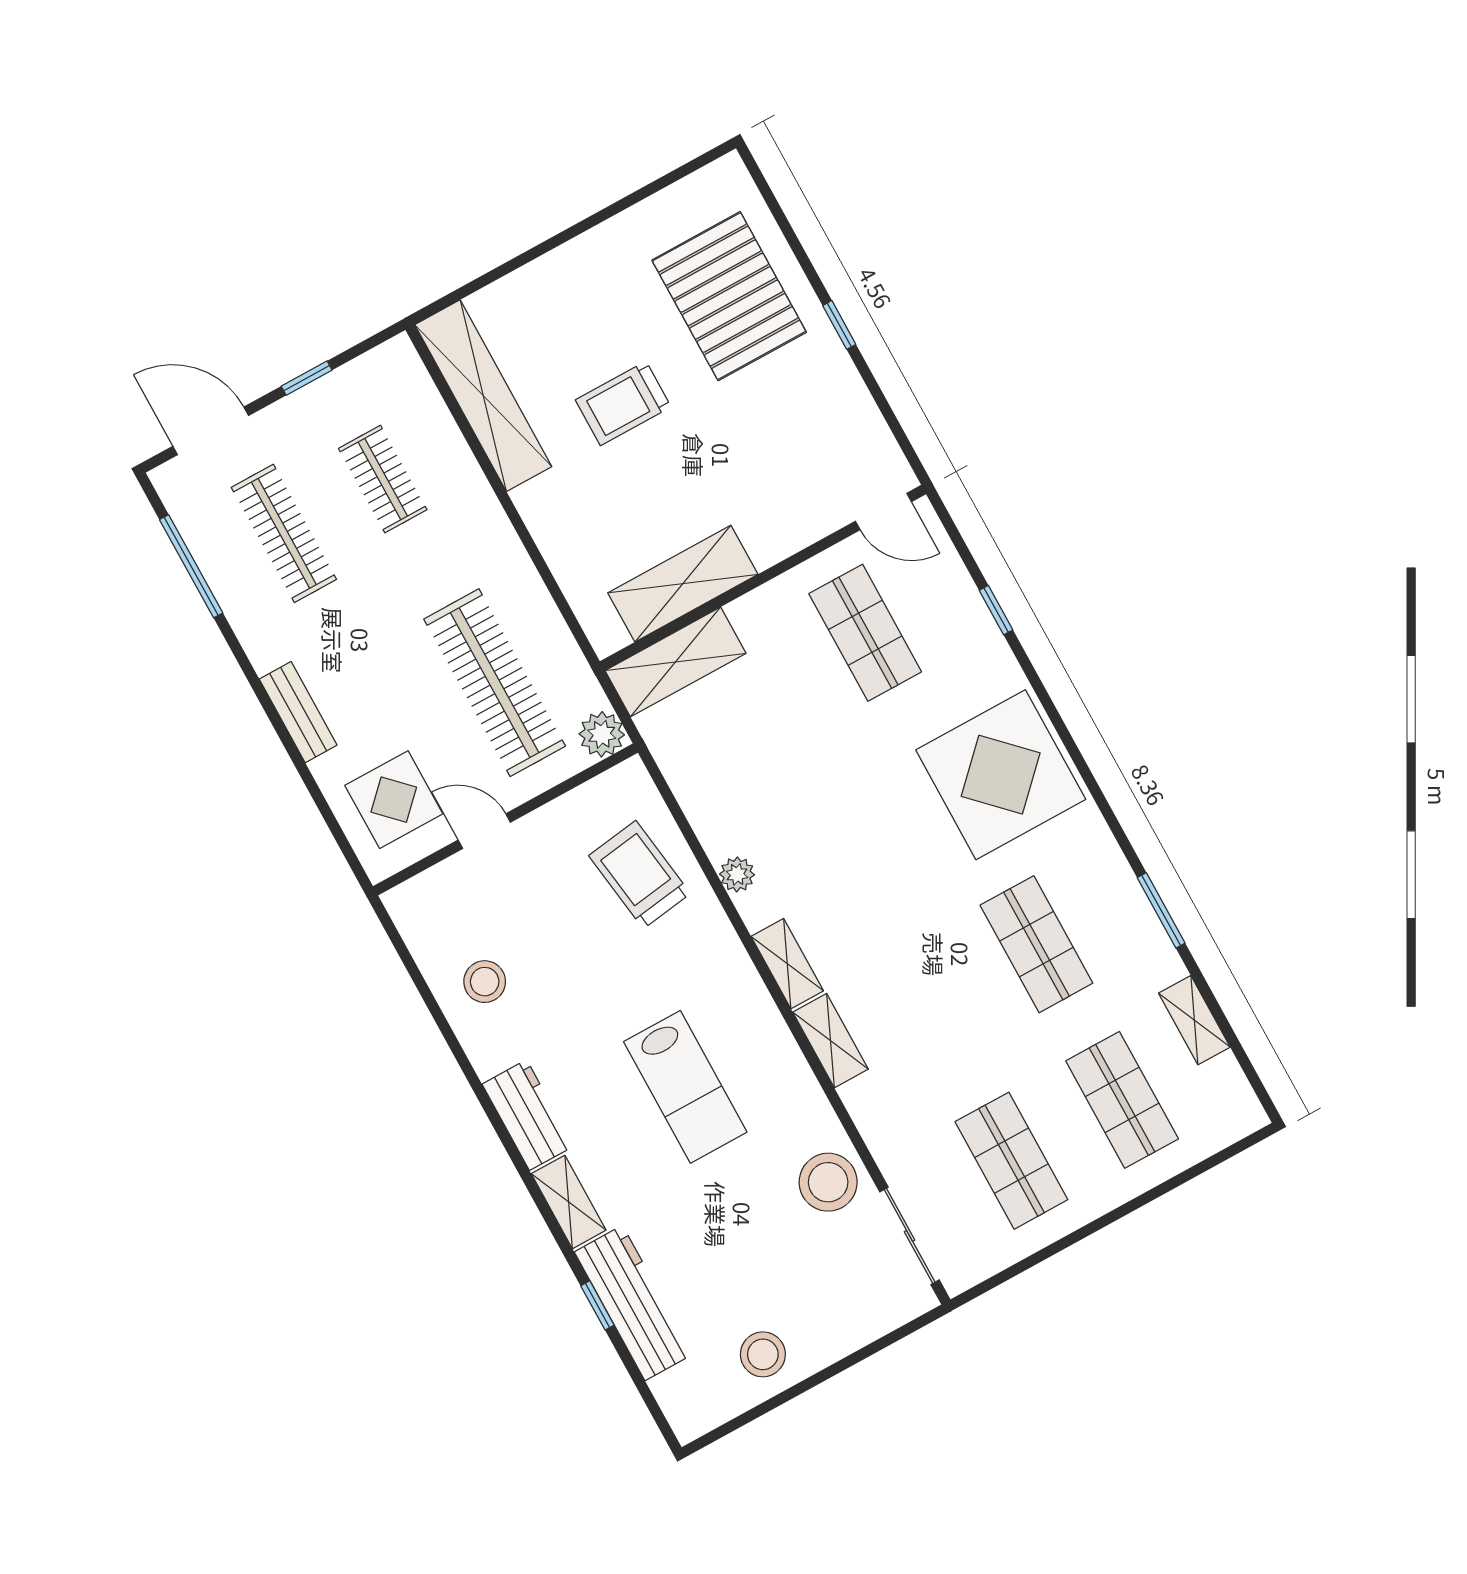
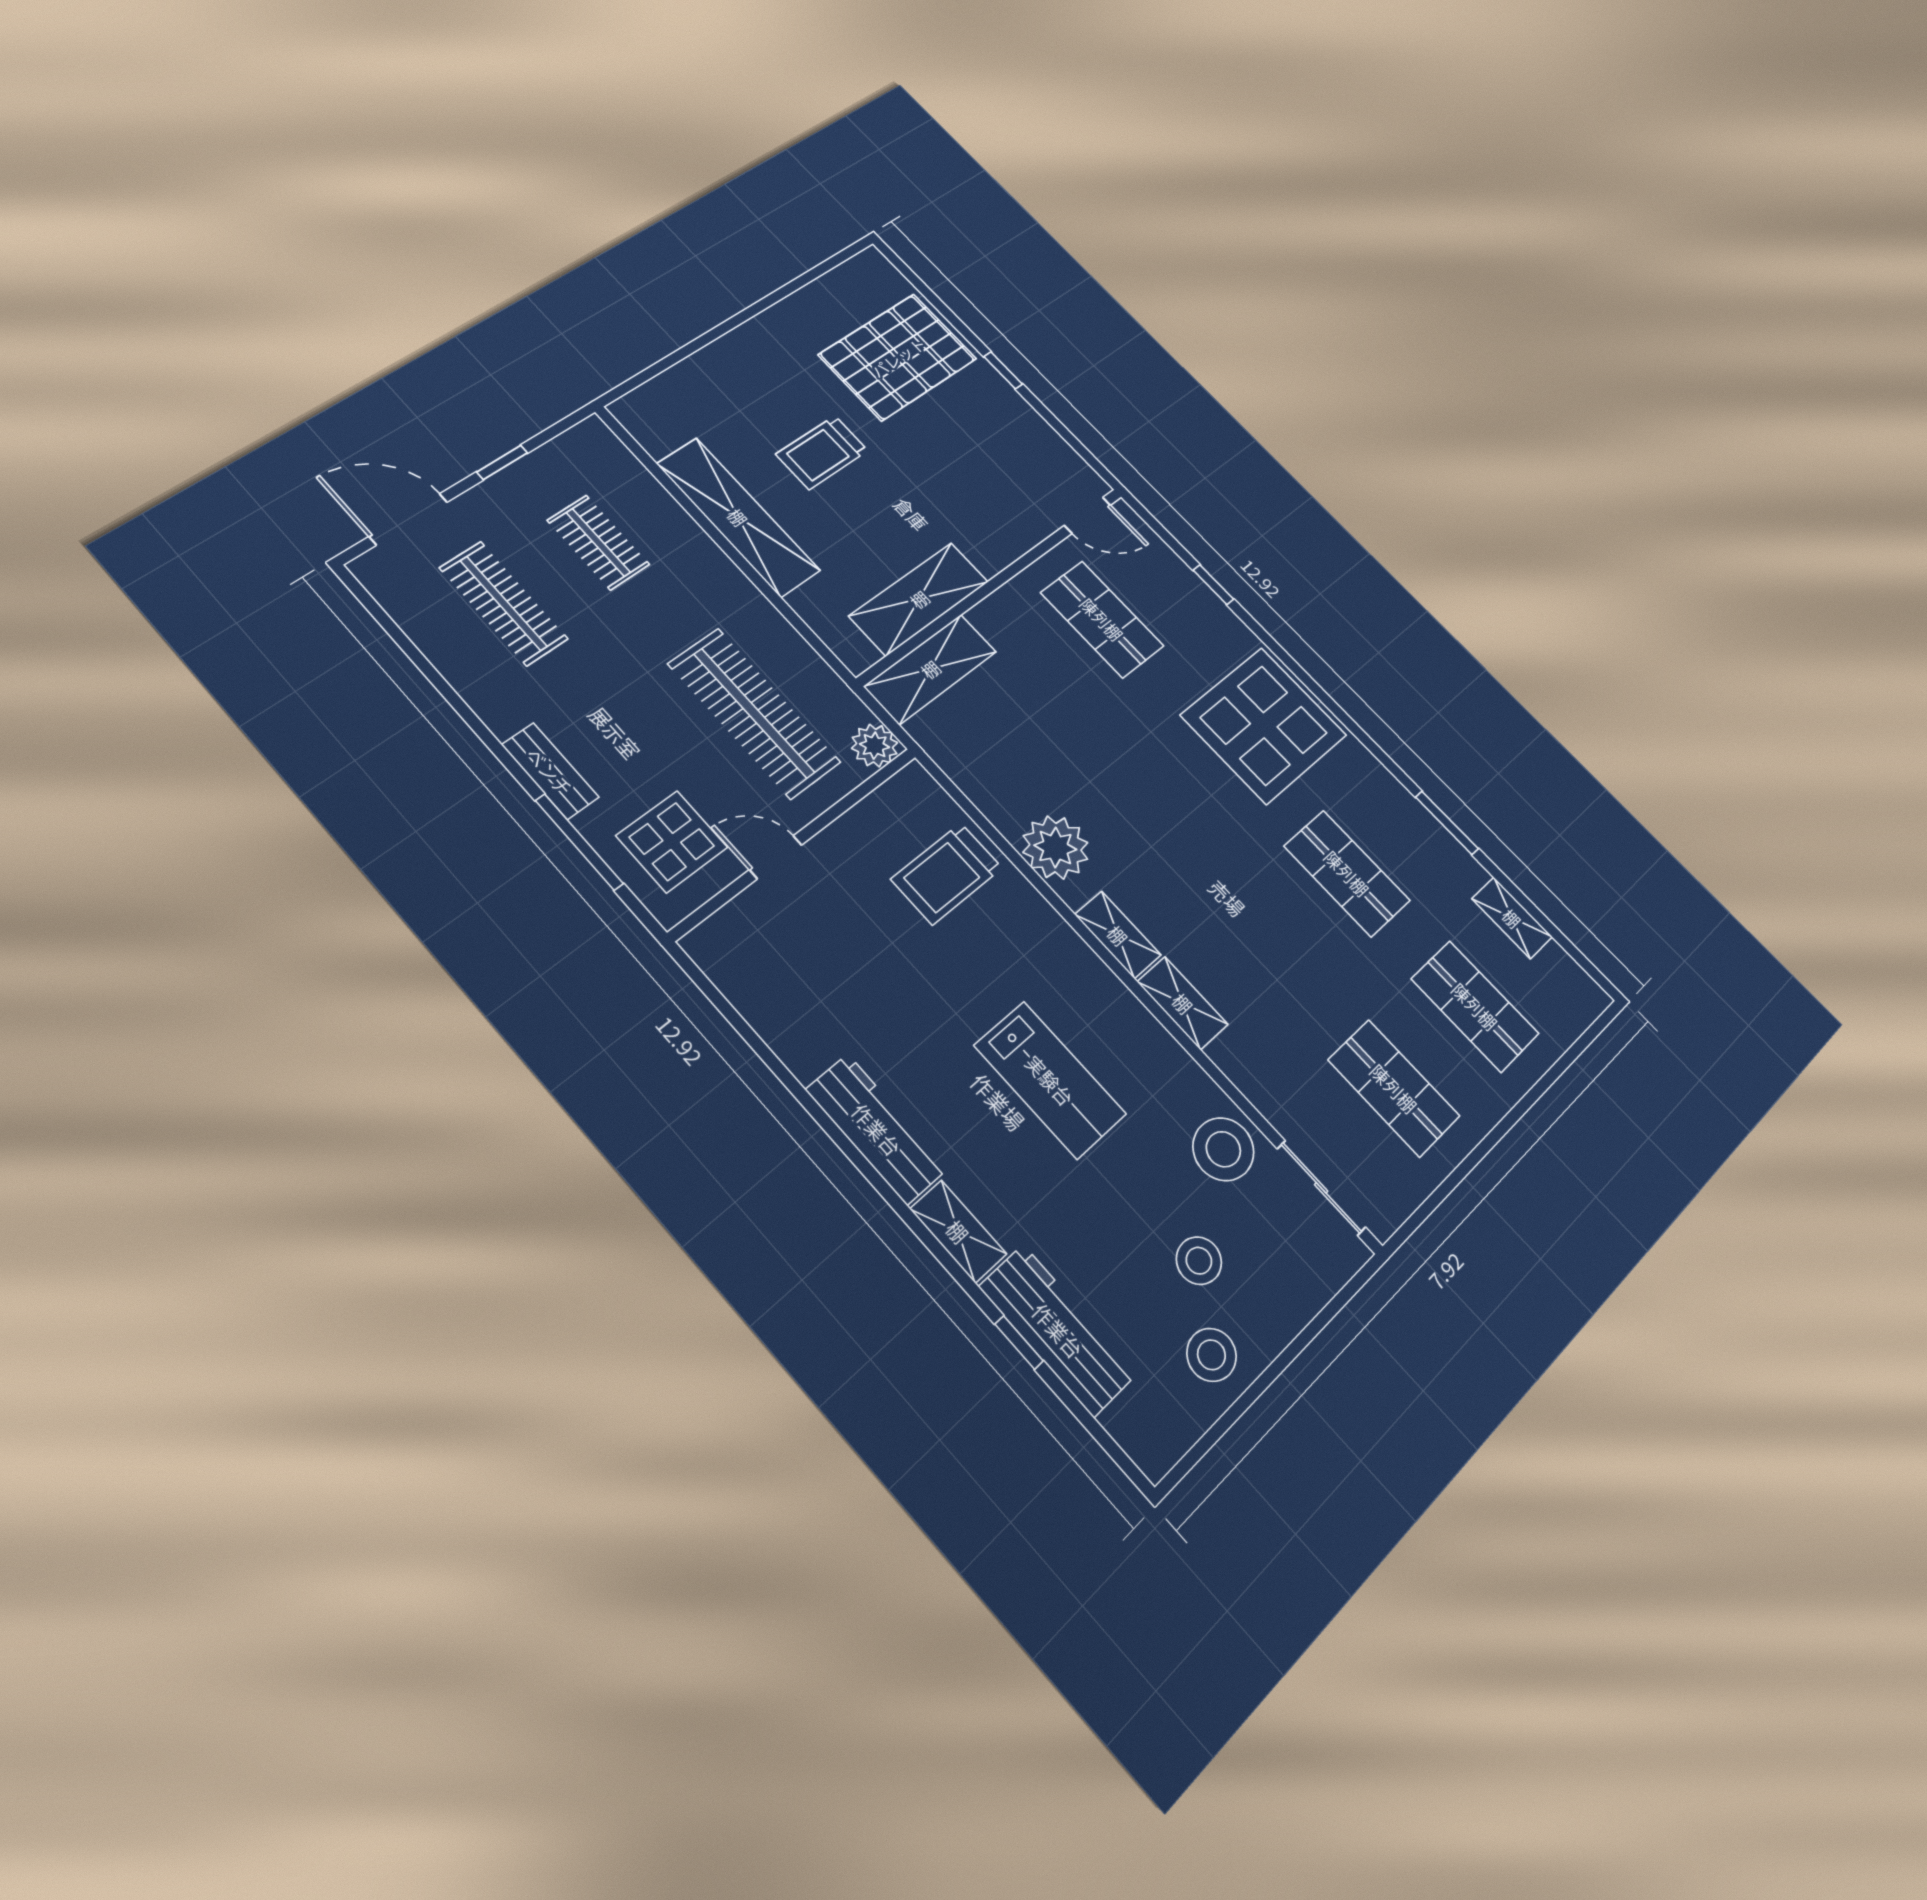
pallet: (729, 296) -> (898, 357), turned 90
shelving: (483, 396) -> (738, 517), moved
window: (191, 566) -> (579, 842), moved
plant: (737, 874) -> (1055, 847), width x1.88, depth x1.88
trolley: (639, 875) -> (947, 874), turned -82
stool: (485, 982) -> (1199, 1261), moved
workbench: (528, 1115) -> (877, 1129), width x1.37

